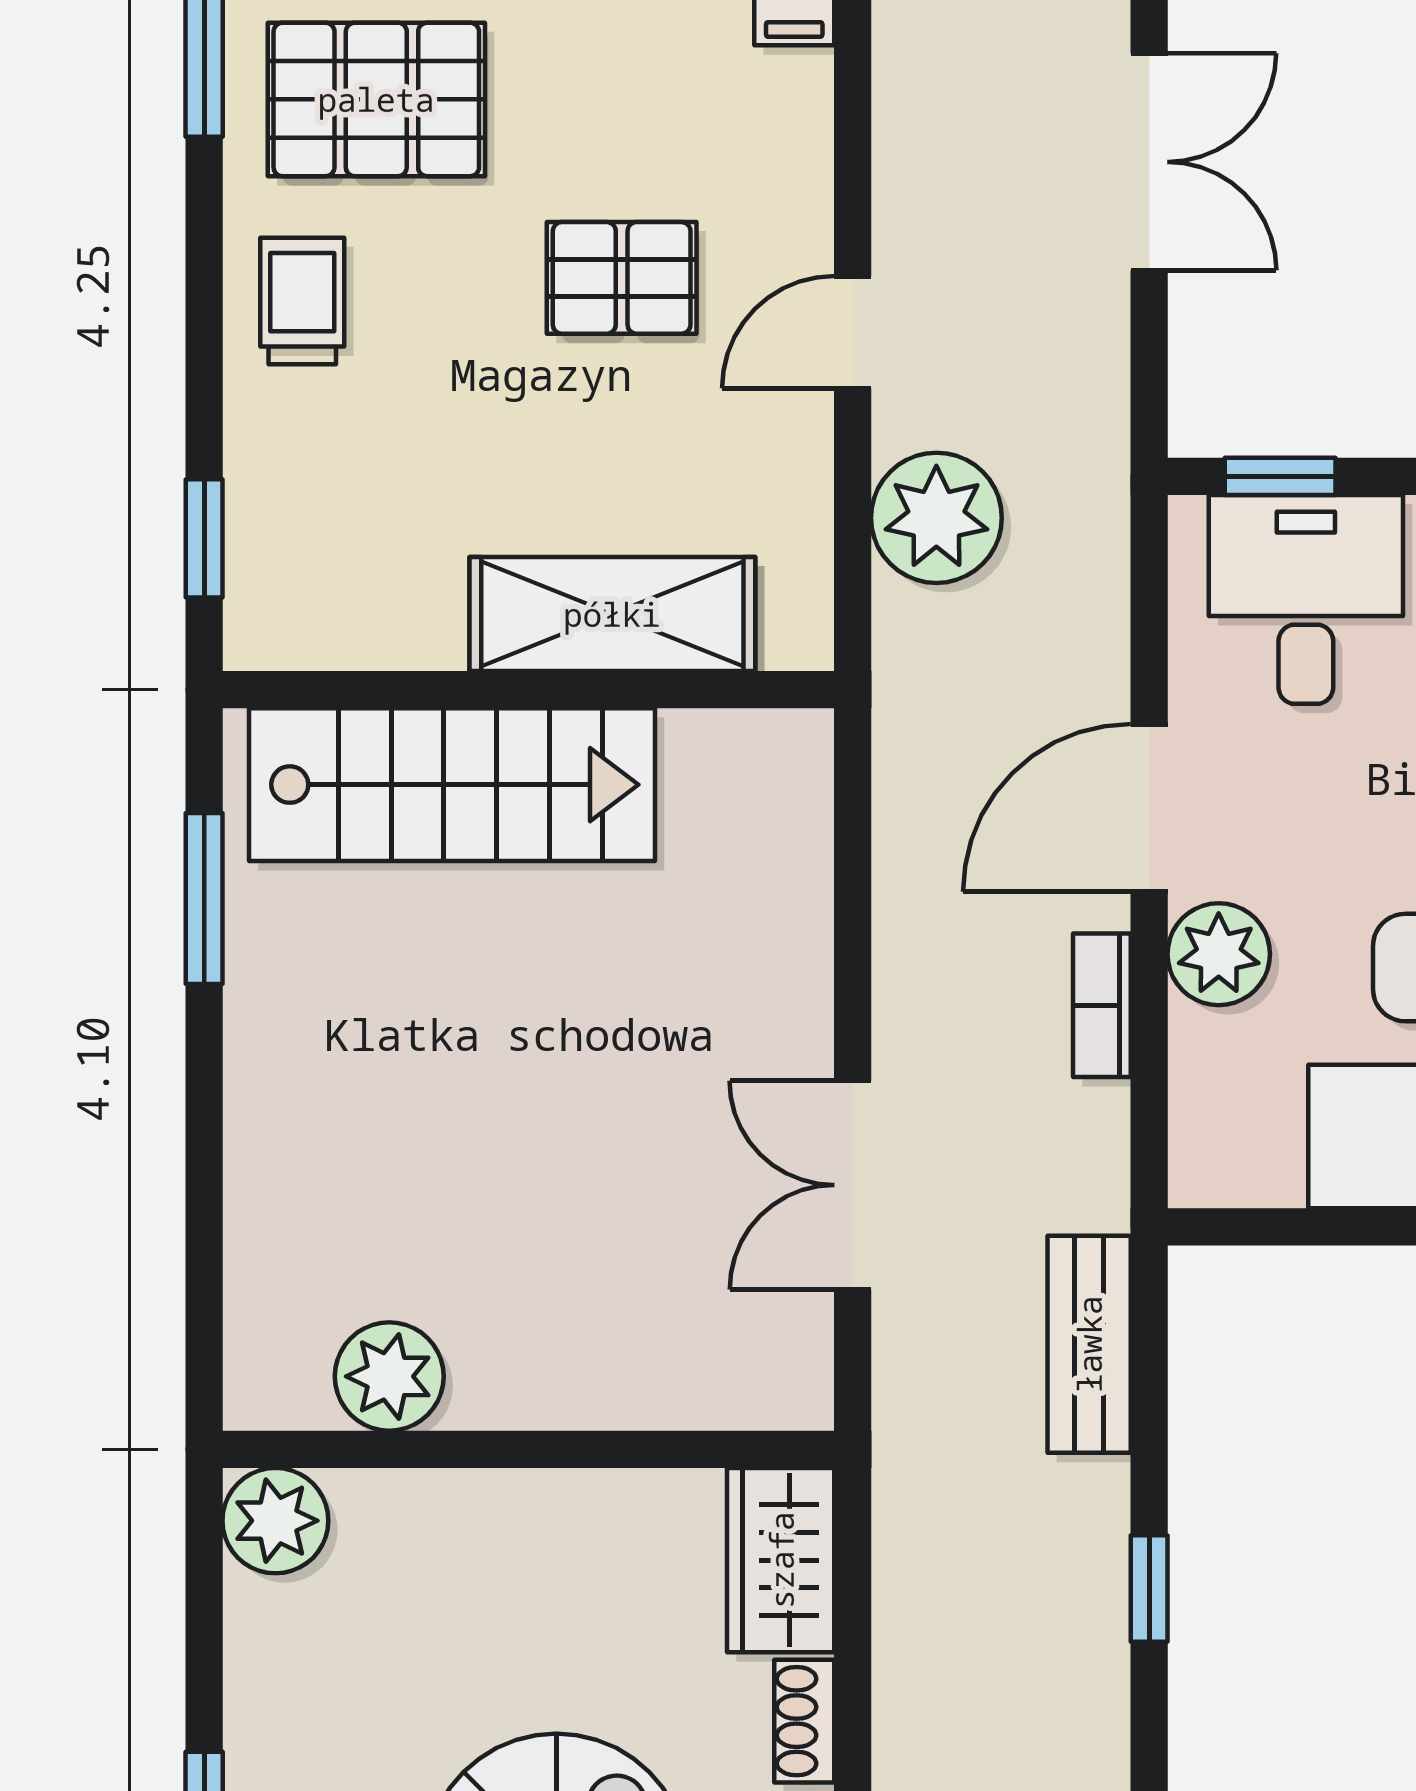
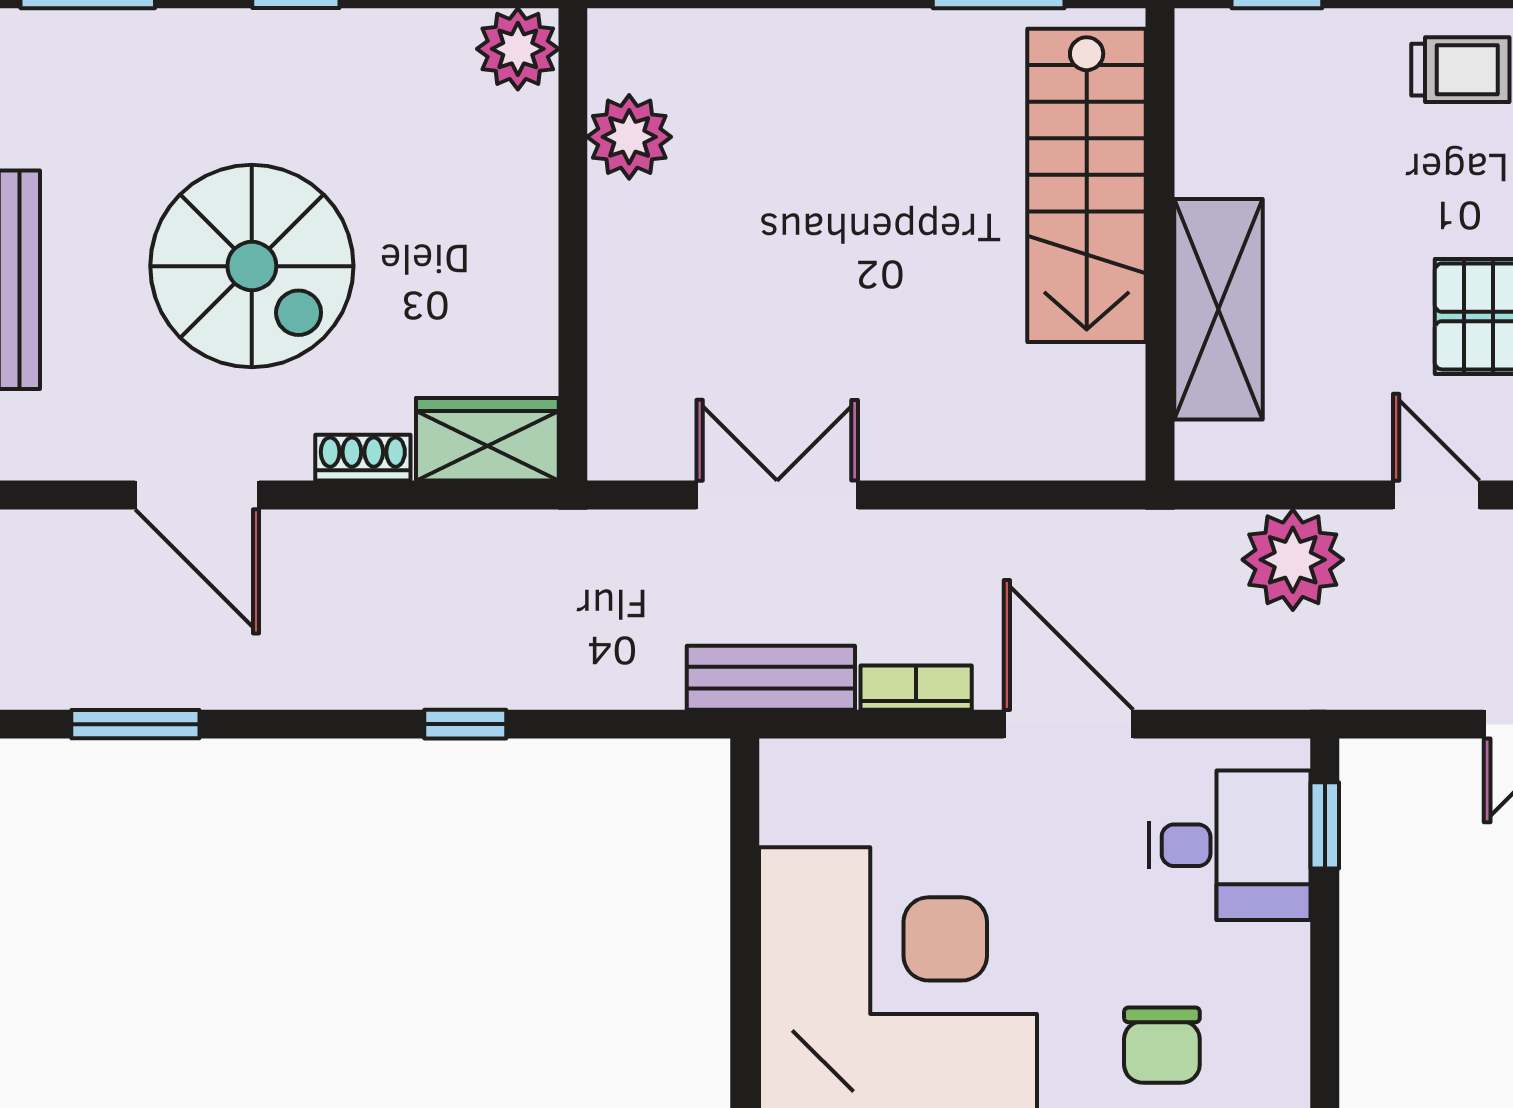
plant: (1219, 954) -> (956, 778), removed
bench: (1089, 1344) -> (771, 678), moved

